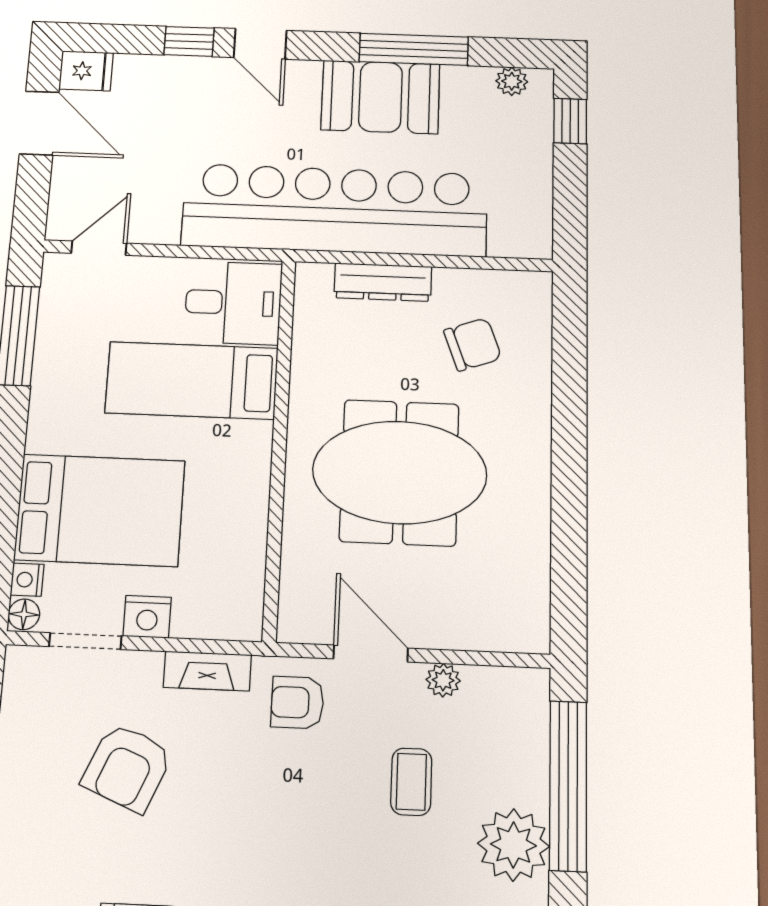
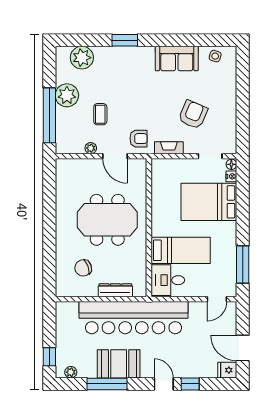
nightstand: (147, 617) -> (190, 165), removed

